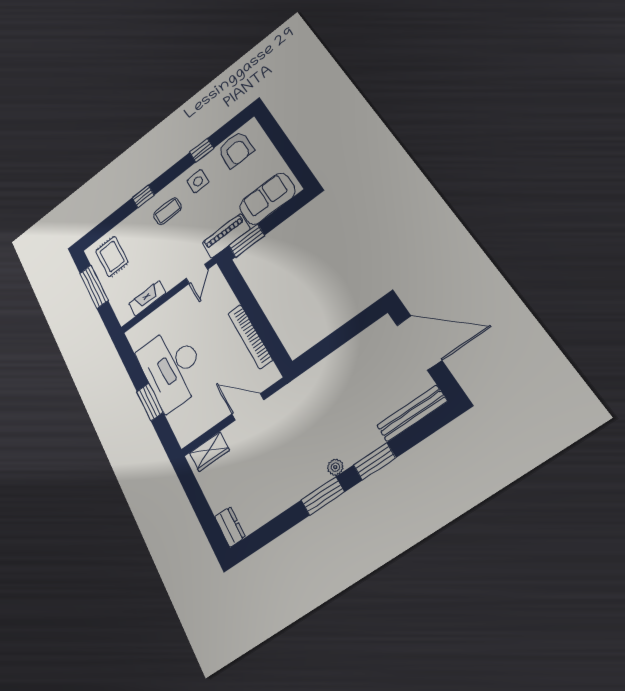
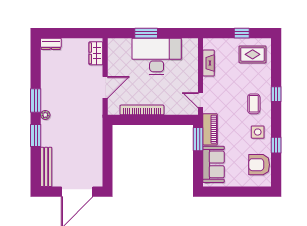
window: (94, 287) -> (242, 33), width x0.46

